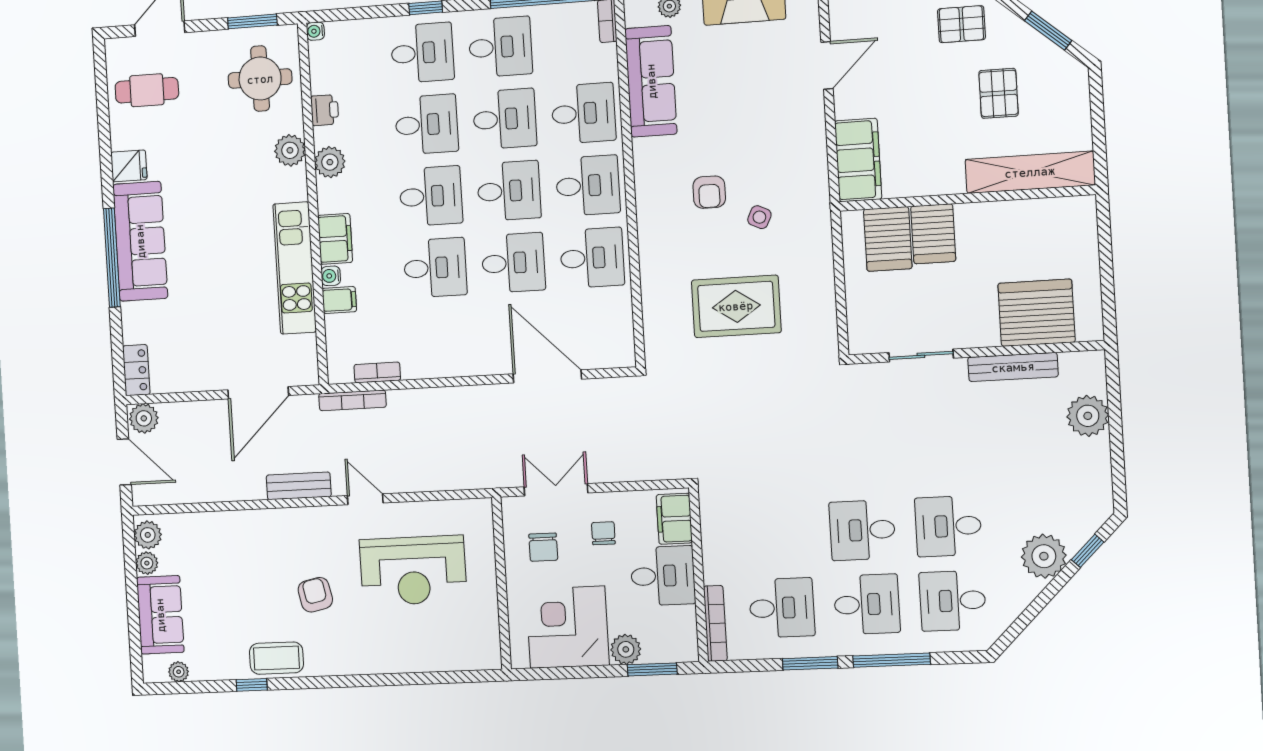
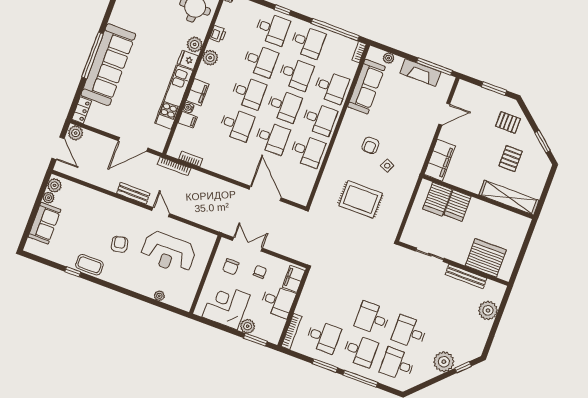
fridge: (129, 166) -> (188, 60), moved, turned 180
sofa: (140, 241) -> (108, 65), width x1.36, depth x1.27
plant: (179, 672) -> (159, 296), moved

